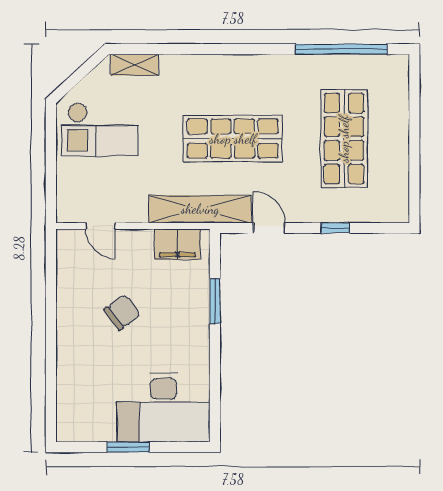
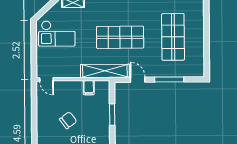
door: (100, 226) -> (46, 79), moved
window: (335, 228) -> (169, 79), width x2.17
filing cabinet: (177, 244) -> (89, 88), width x0.50

